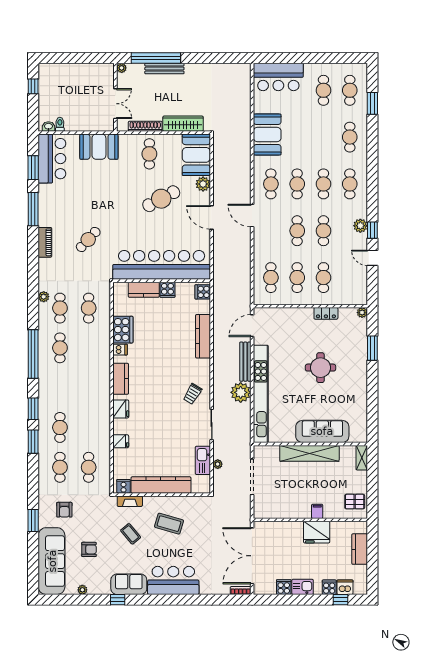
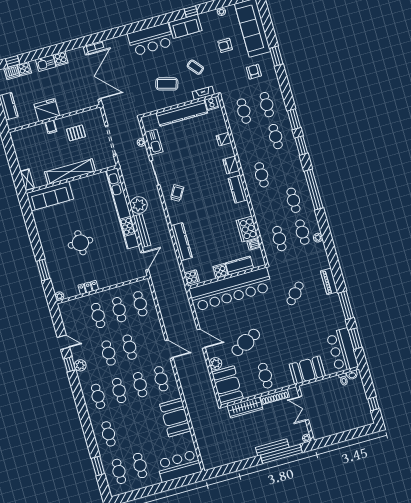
dishwasher: (120, 350) -> (254, 244), moved
cafe table: (89, 388) -> (262, 175), added
sofa: (322, 431) -> (50, 196), moved
pallet: (355, 502) -> (76, 133), moved

